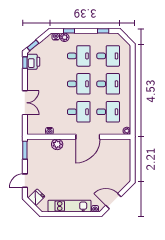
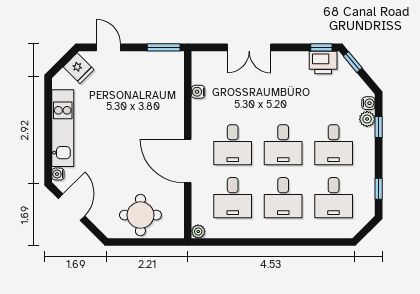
plant: (57, 144) -> (174, 106), removed
round table: (118, 163) -> (140, 215), added

